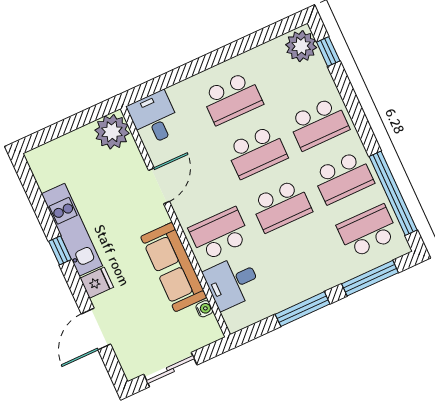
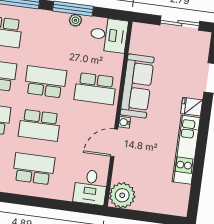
school desk: (257, 152) -> (40, 125), turned 180
window: (60, 250) -> (202, 142), removed
desk: (232, 282) -> (109, 35), moved
plant: (291, 298) -> (75, 20), added
water cooler: (204, 309) -> (124, 122), moved

